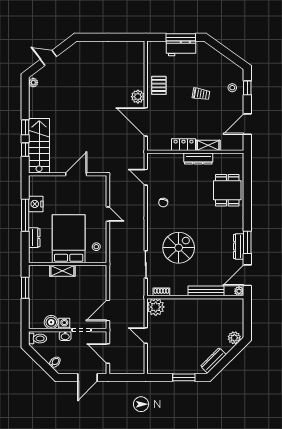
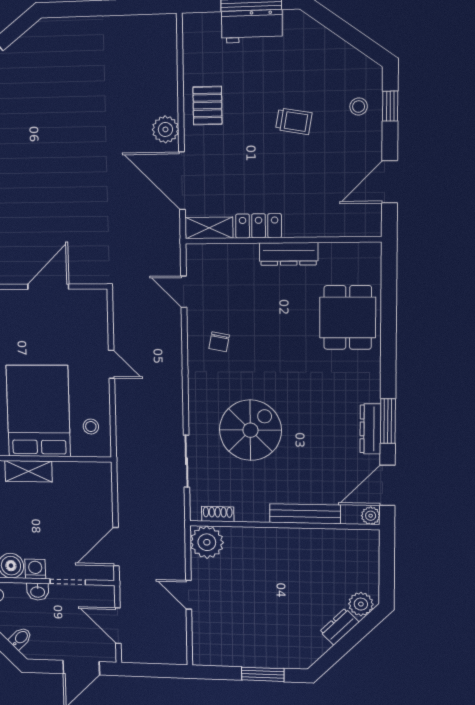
shelving: (208, 145) -> (209, 228), moved
dresser: (213, 360) -> (339, 627), moved, width x0.70

